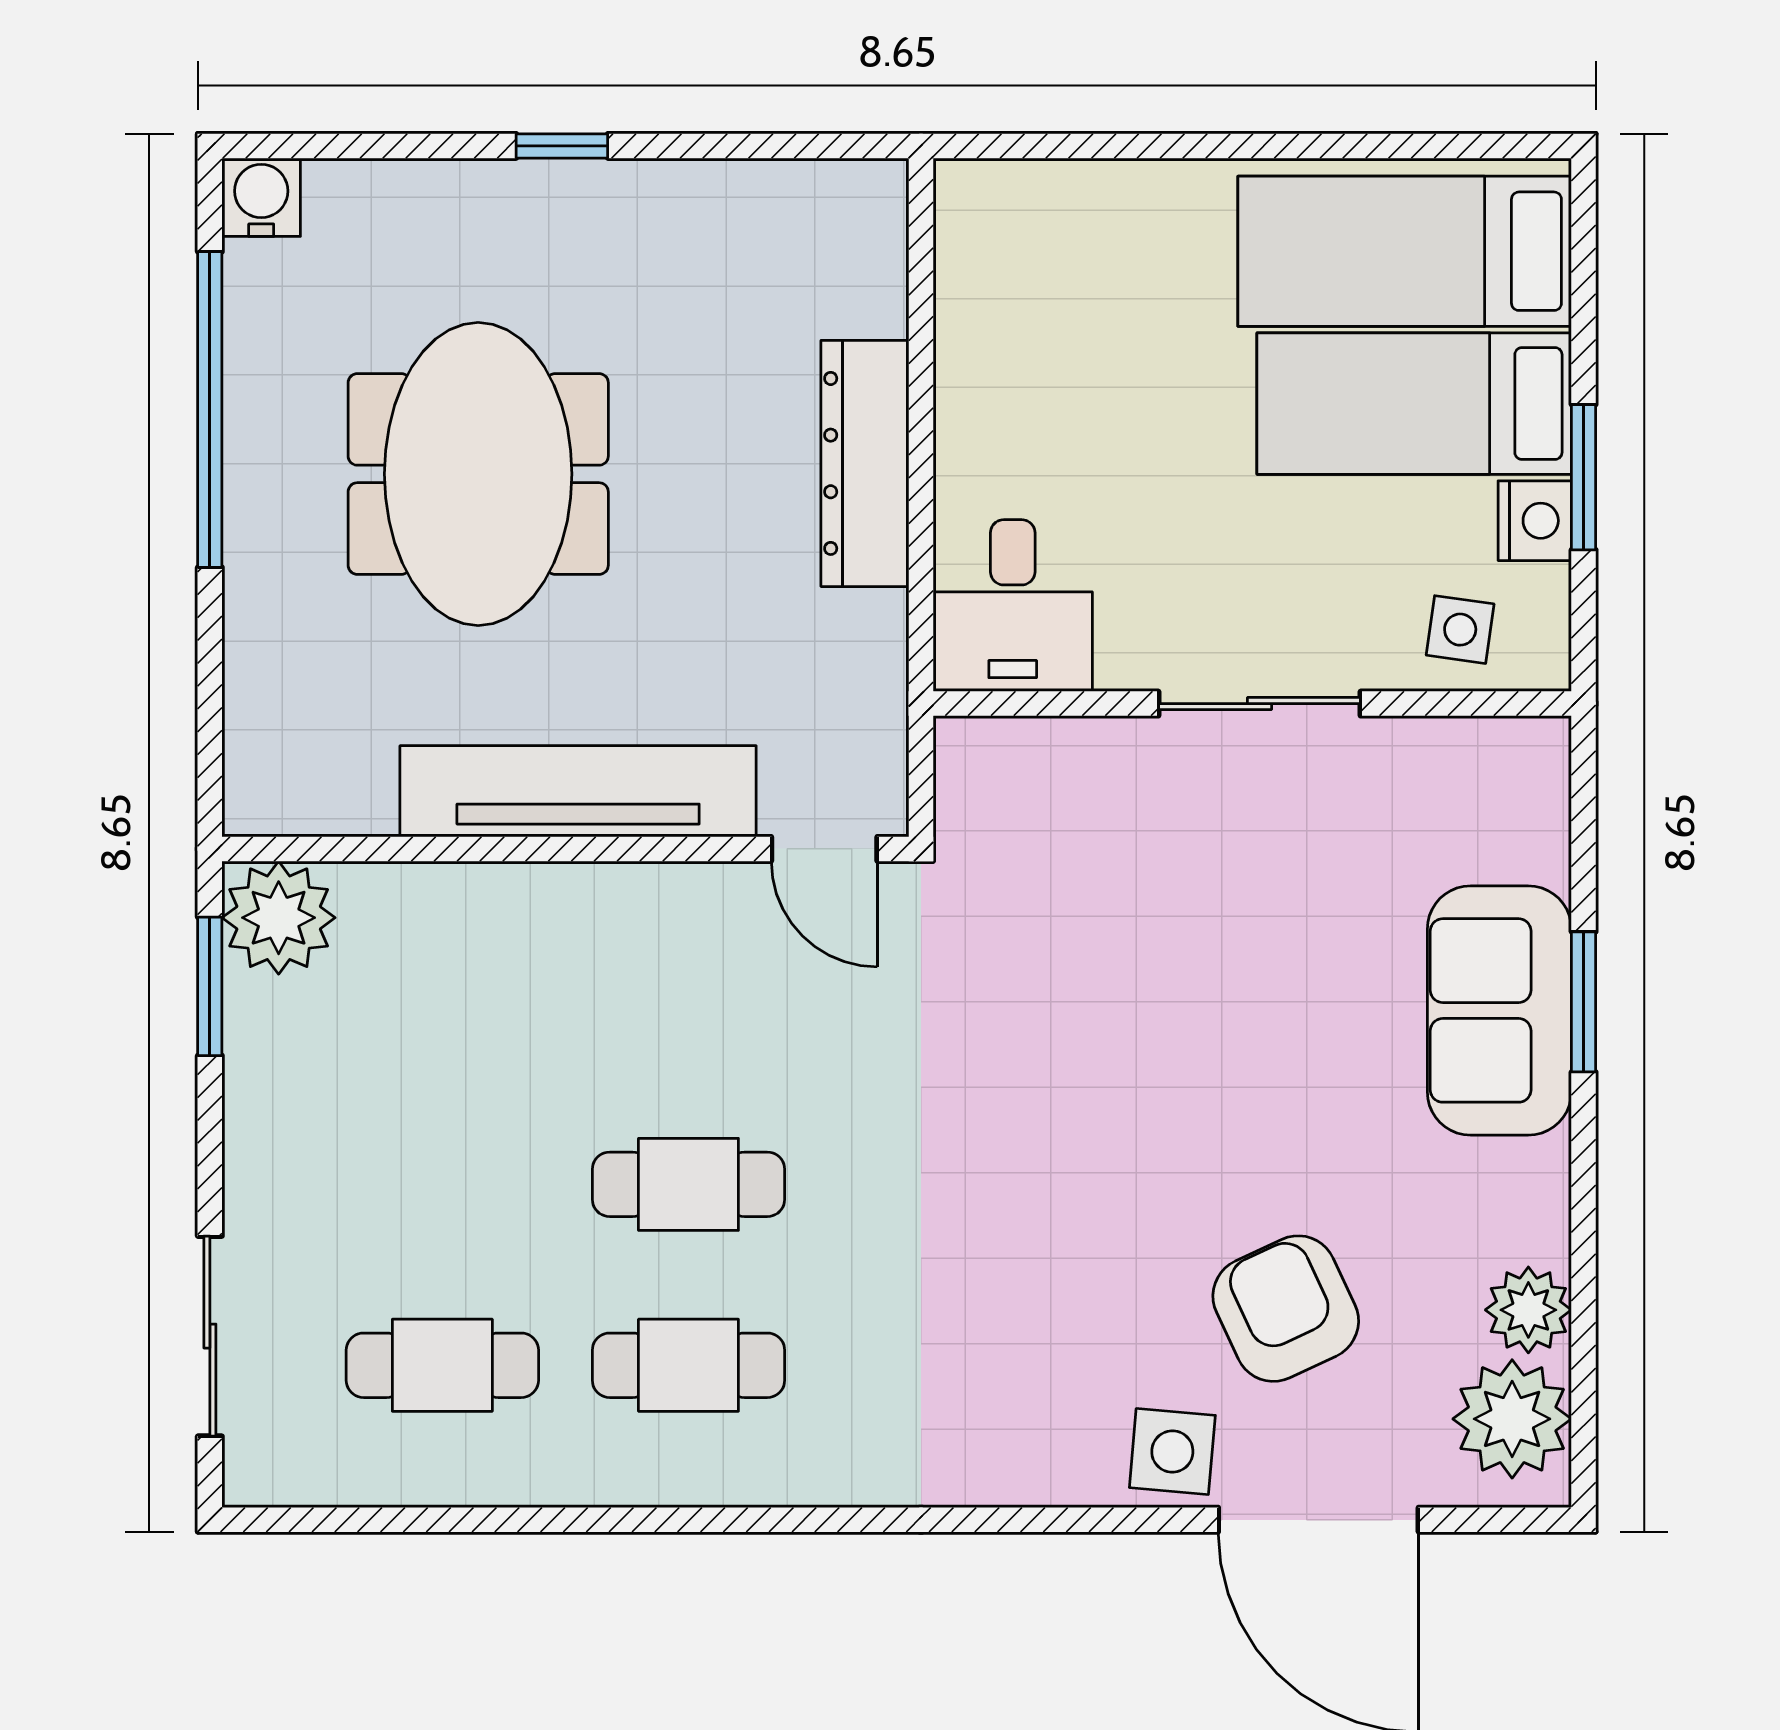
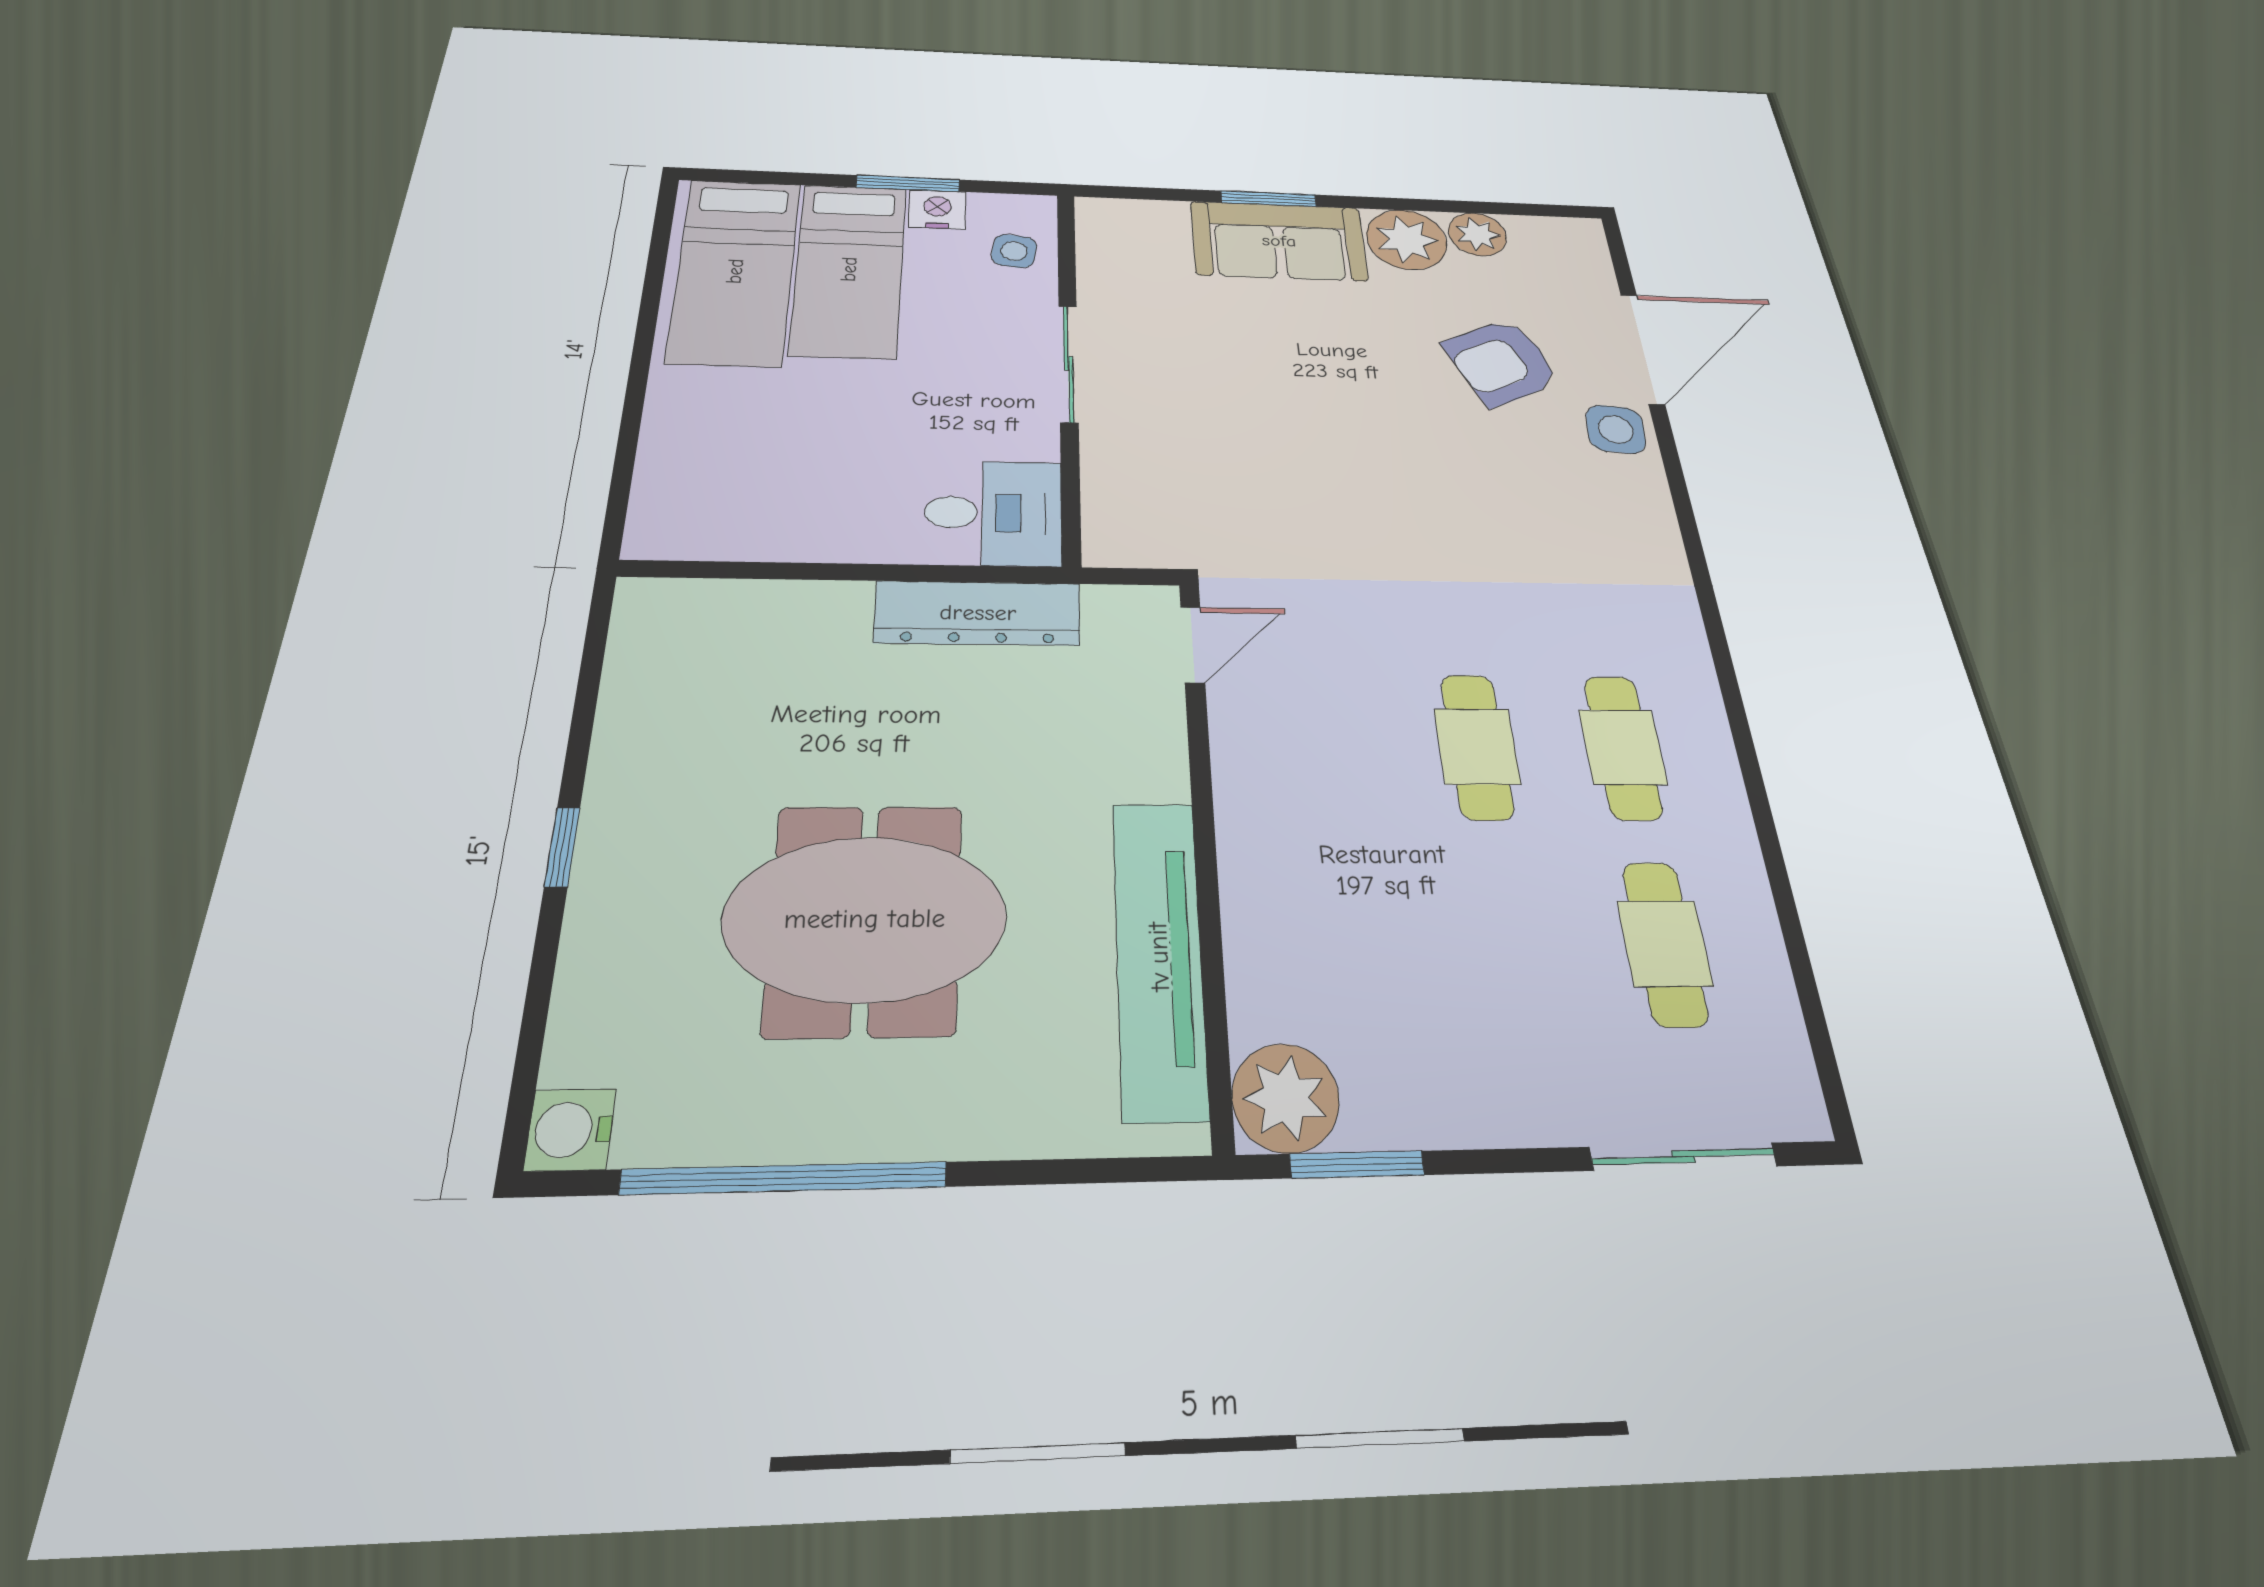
dresser: (865, 463) -> (978, 613), moved
tv unit: (578, 791) -> (1159, 956), moved
plant: (1512, 1419) -> (1407, 240), moved

